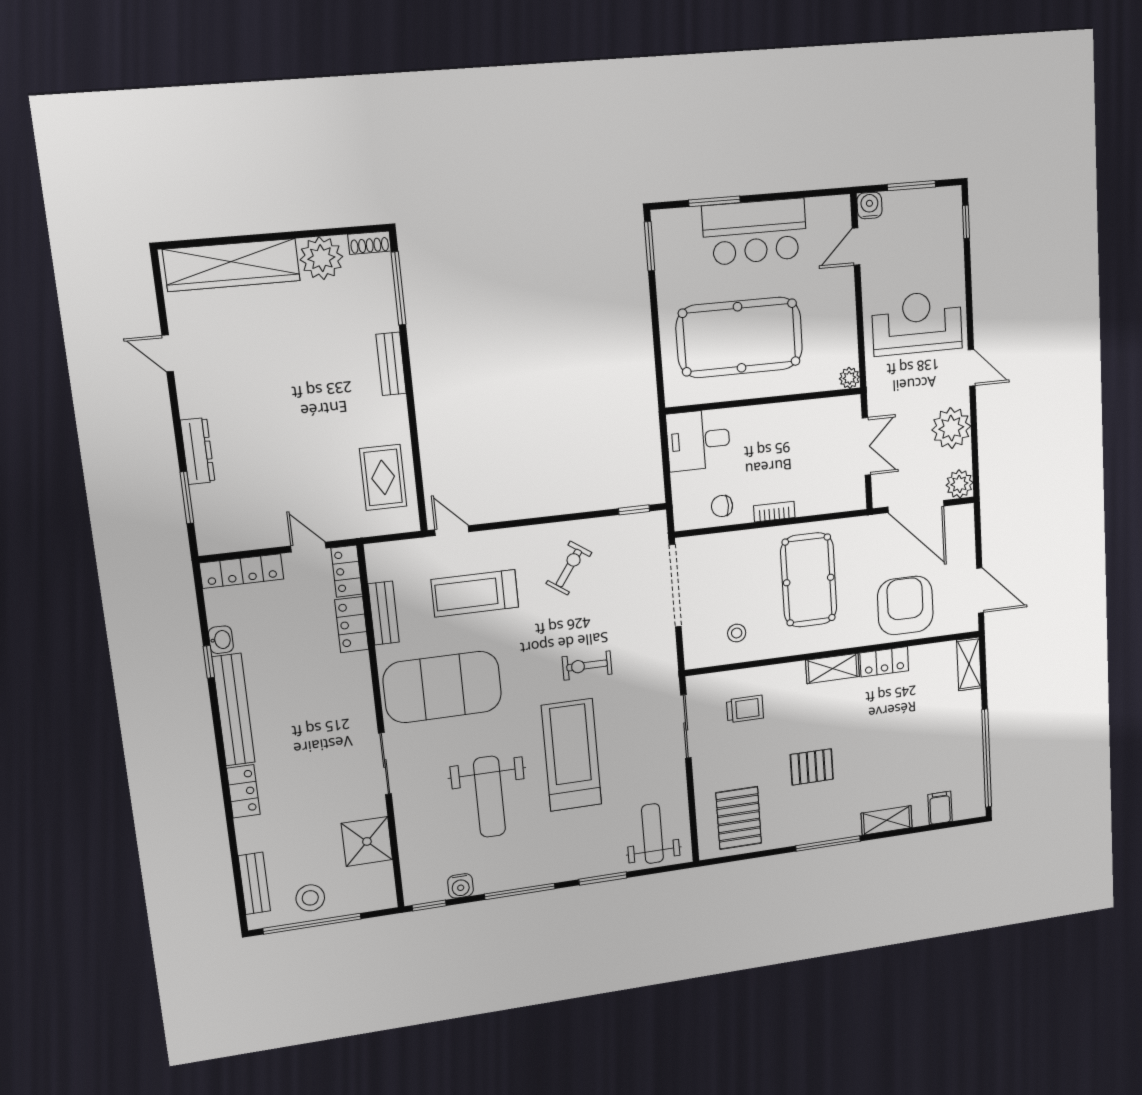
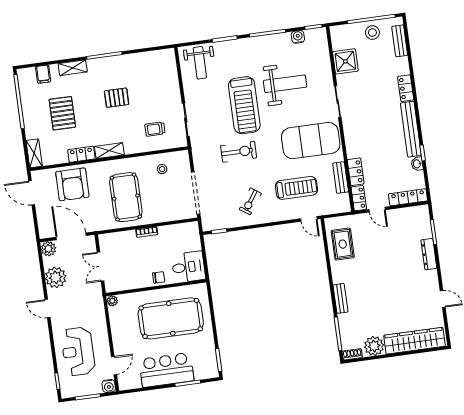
reception desk: (917, 323) -> (78, 351), moved, turned 90
chair: (722, 506) -> (159, 277), moved
exercise bike: (587, 665) -> (239, 152), width x1.38, depth x1.39
weight bench: (490, 797) -> (285, 84), turned 90
pallet: (739, 818) -> (62, 113), moved

